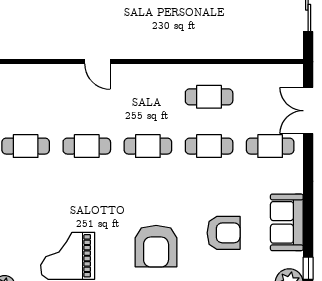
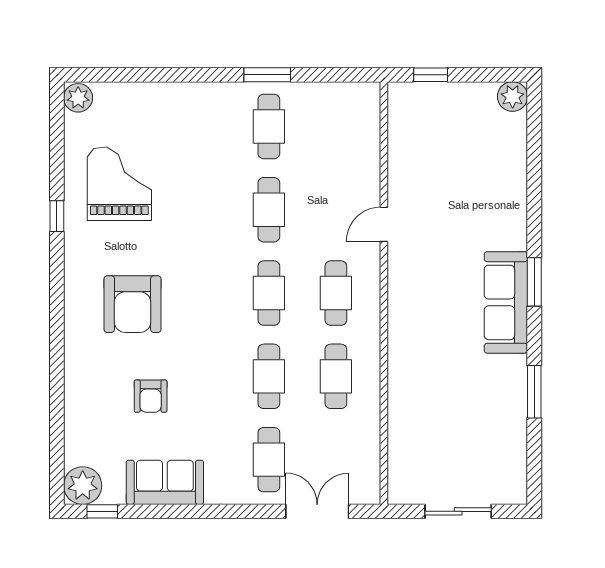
cafe table: (148, 97) -> (336, 293), added
armchair: (224, 233) -> (151, 396), width x0.72, depth x0.72
armchair: (156, 246) -> (133, 304), turned -90

